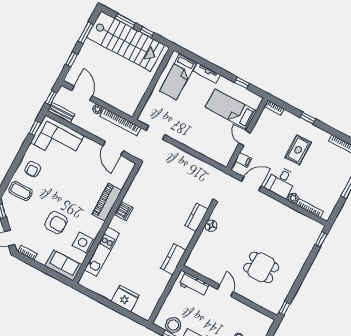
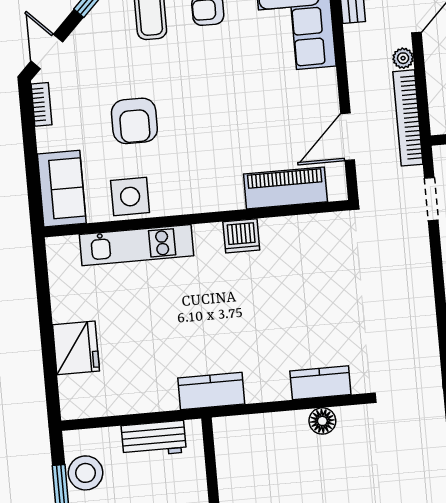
piano: (107, 202) -> (285, 188), moved
workbench: (194, 285) -> (154, 439), moved, turned -90

